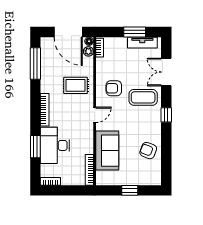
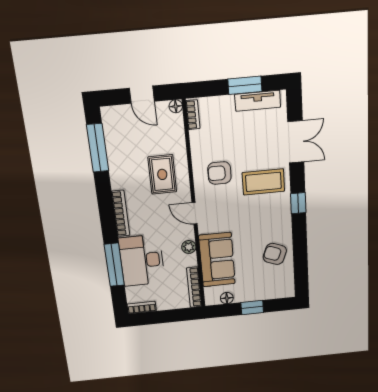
door: (68, 32) -> (142, 95), width x0.53
plant: (88, 51) -> (189, 247), moved
double door: (166, 72) -> (296, 142), swing flipped
rug: (76, 85) -> (162, 174), turned 90
door: (95, 115) -> (194, 213), swing flipped
window: (35, 147) -> (114, 265), width x1.44
floor lamp: (112, 181) -> (227, 298), added

